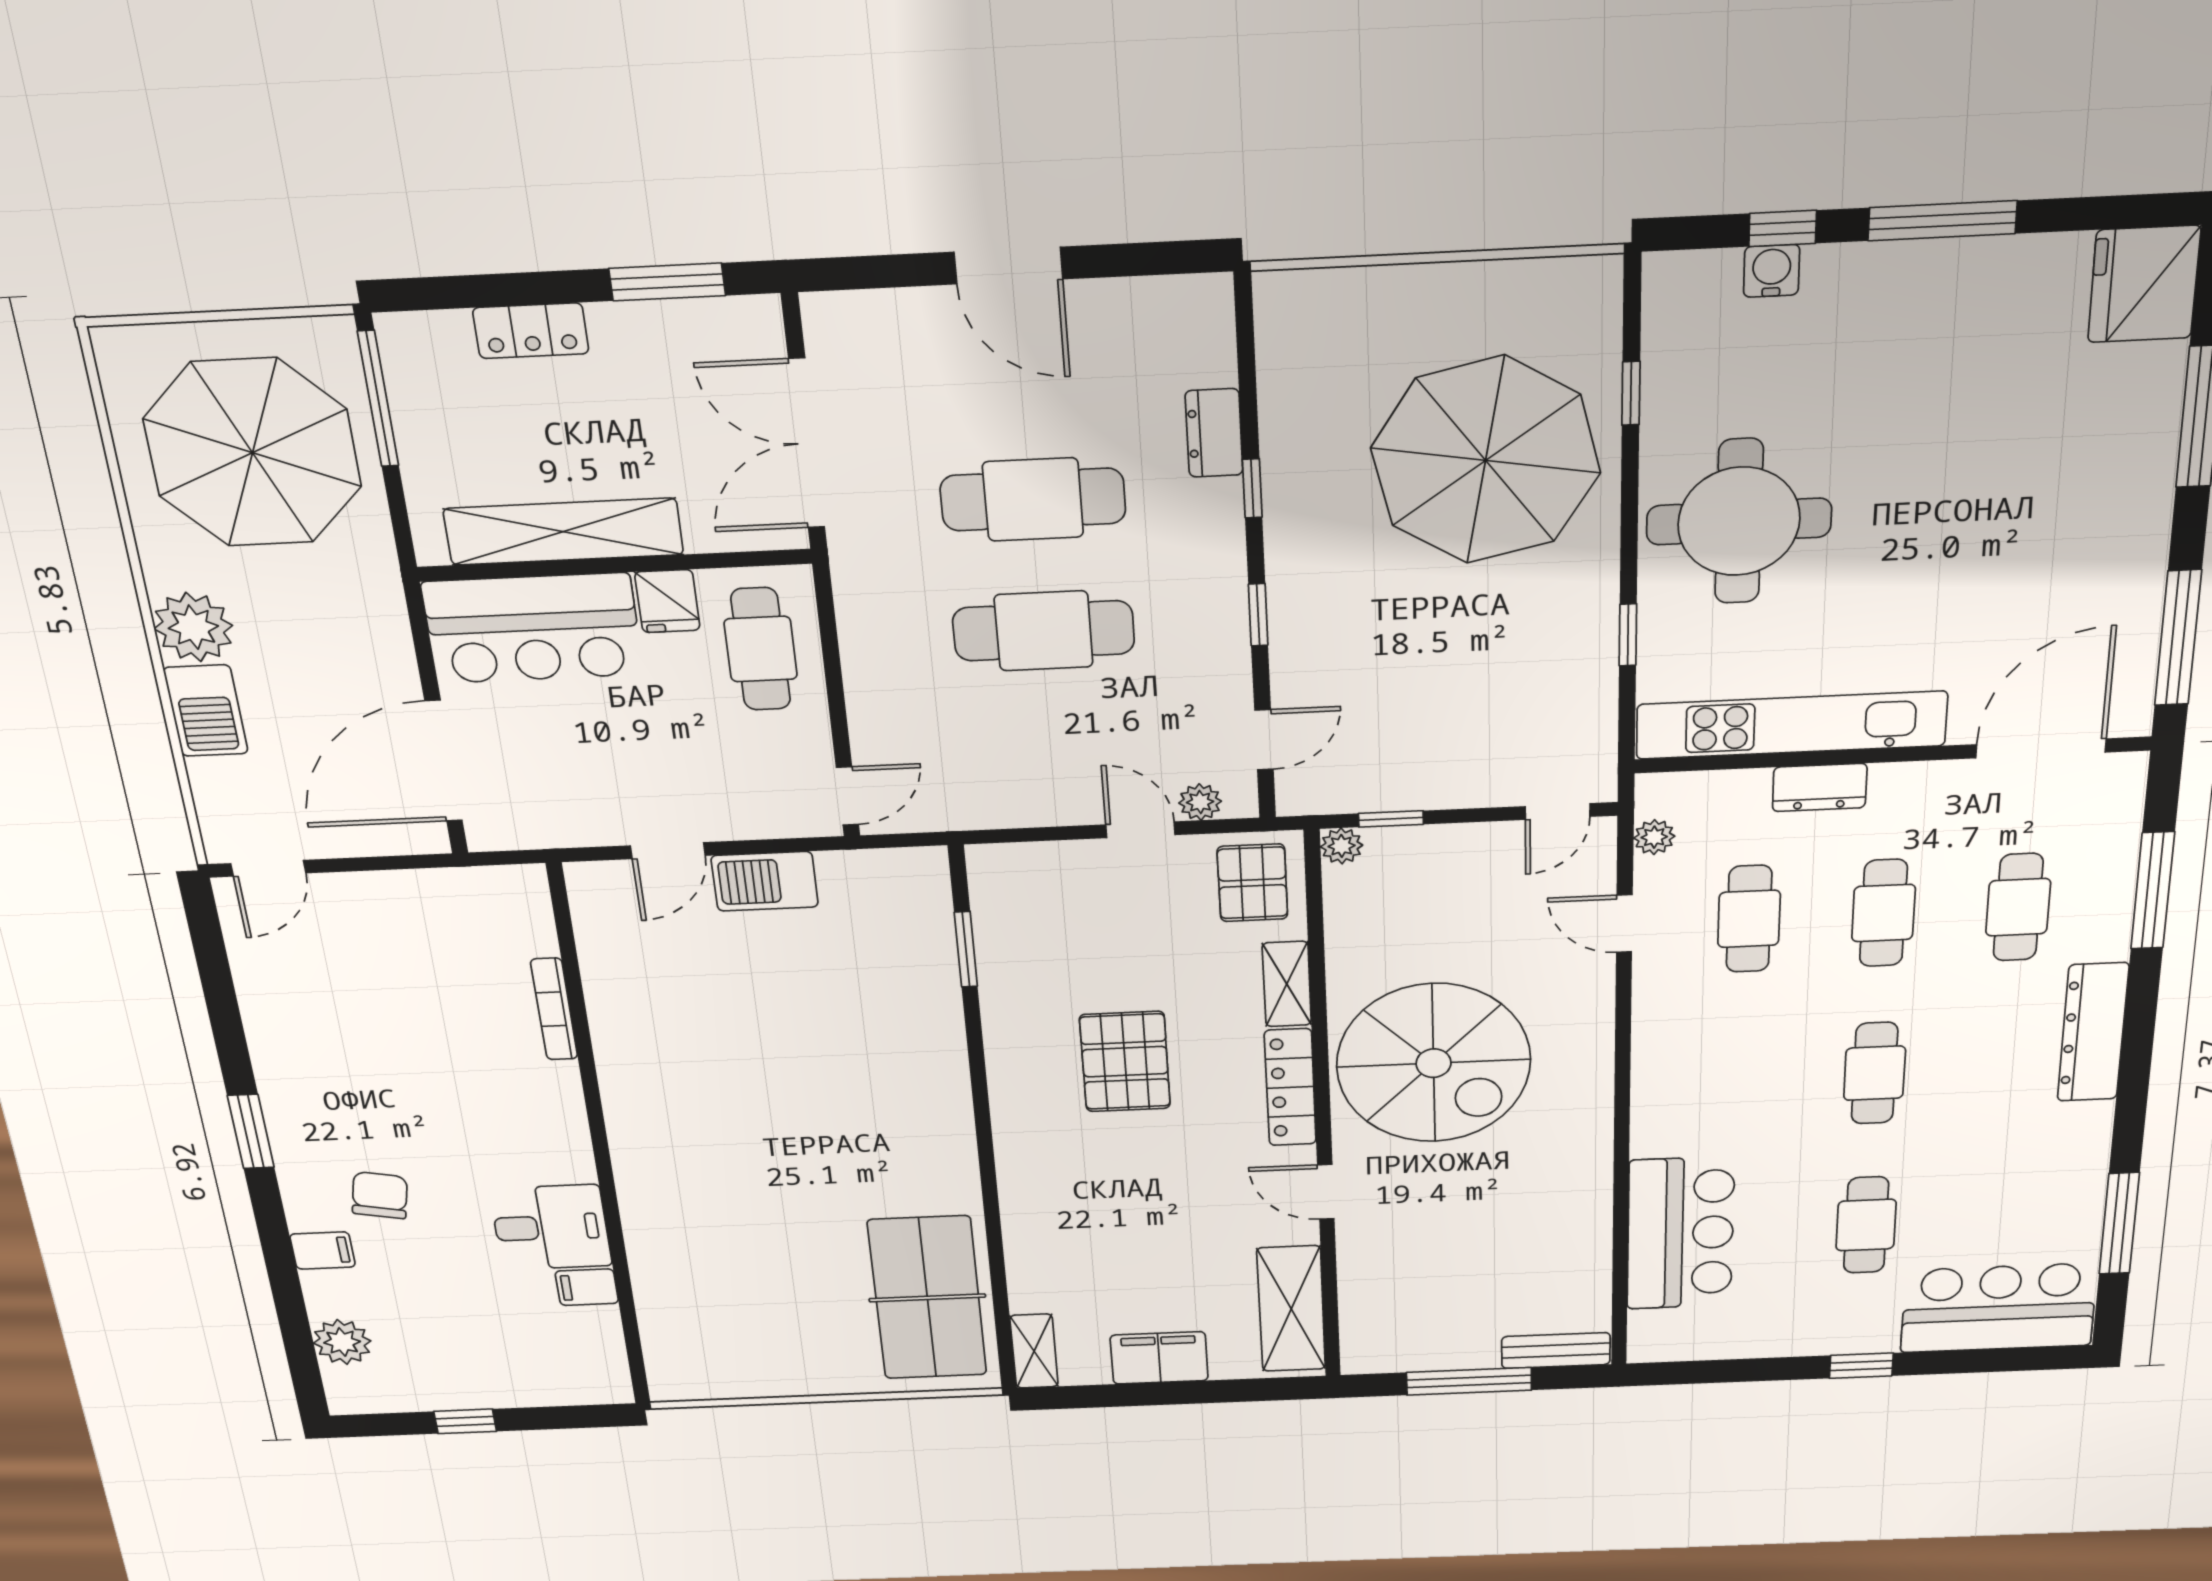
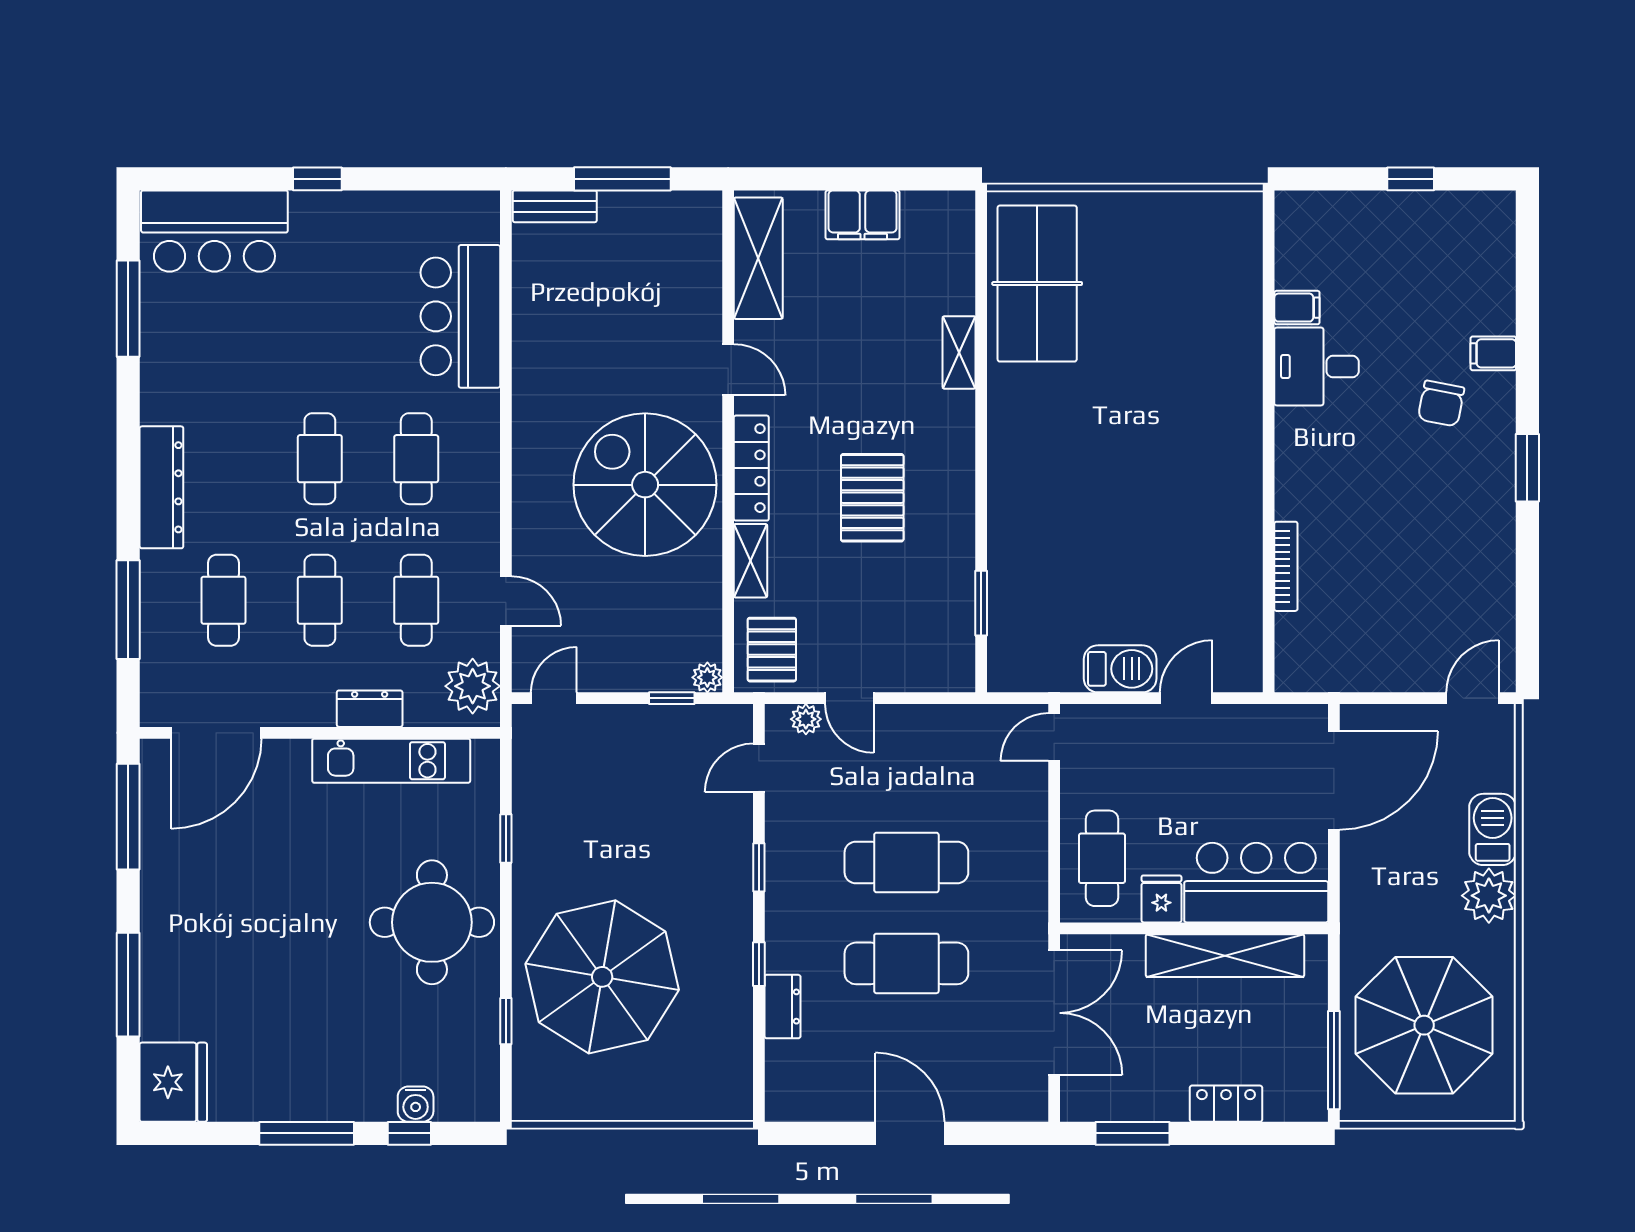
kitchen unit: (1791, 725) -> (391, 761), width x0.73
plant: (1654, 837) -> (473, 686), width x1.87, depth x1.87
cafe table: (1866, 1225) -> (416, 459), moved
plant: (342, 1342) -> (1494, 263), removed
shelving: (1034, 1351) -> (959, 352), moved

